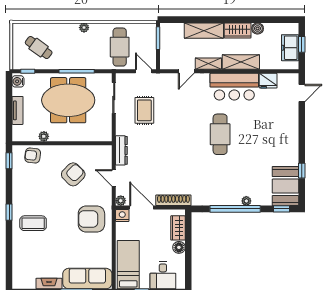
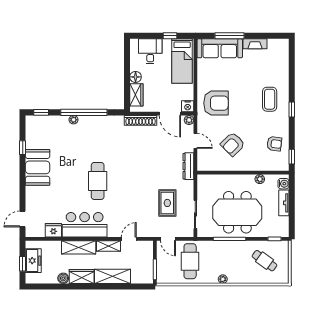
water cooler: (18, 81) -> (283, 184), moved
armchair: (33, 155) -> (274, 144), moved
booth: (285, 186) -> (38, 167), moved
coffee table: (33, 223) -> (270, 99), turned 90

